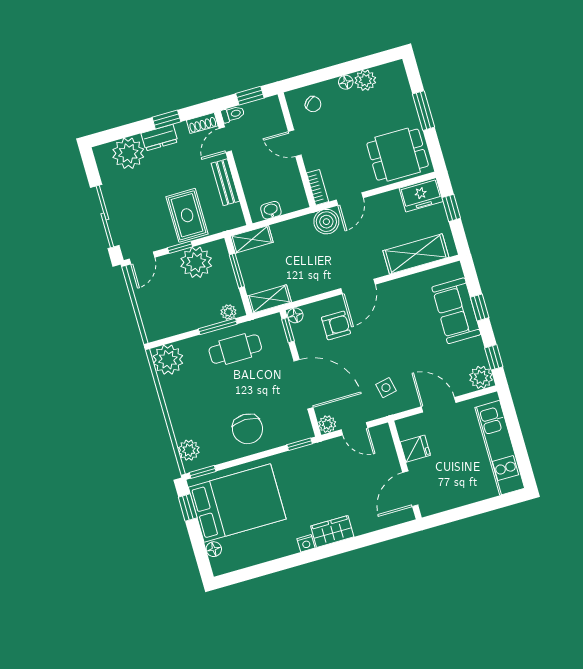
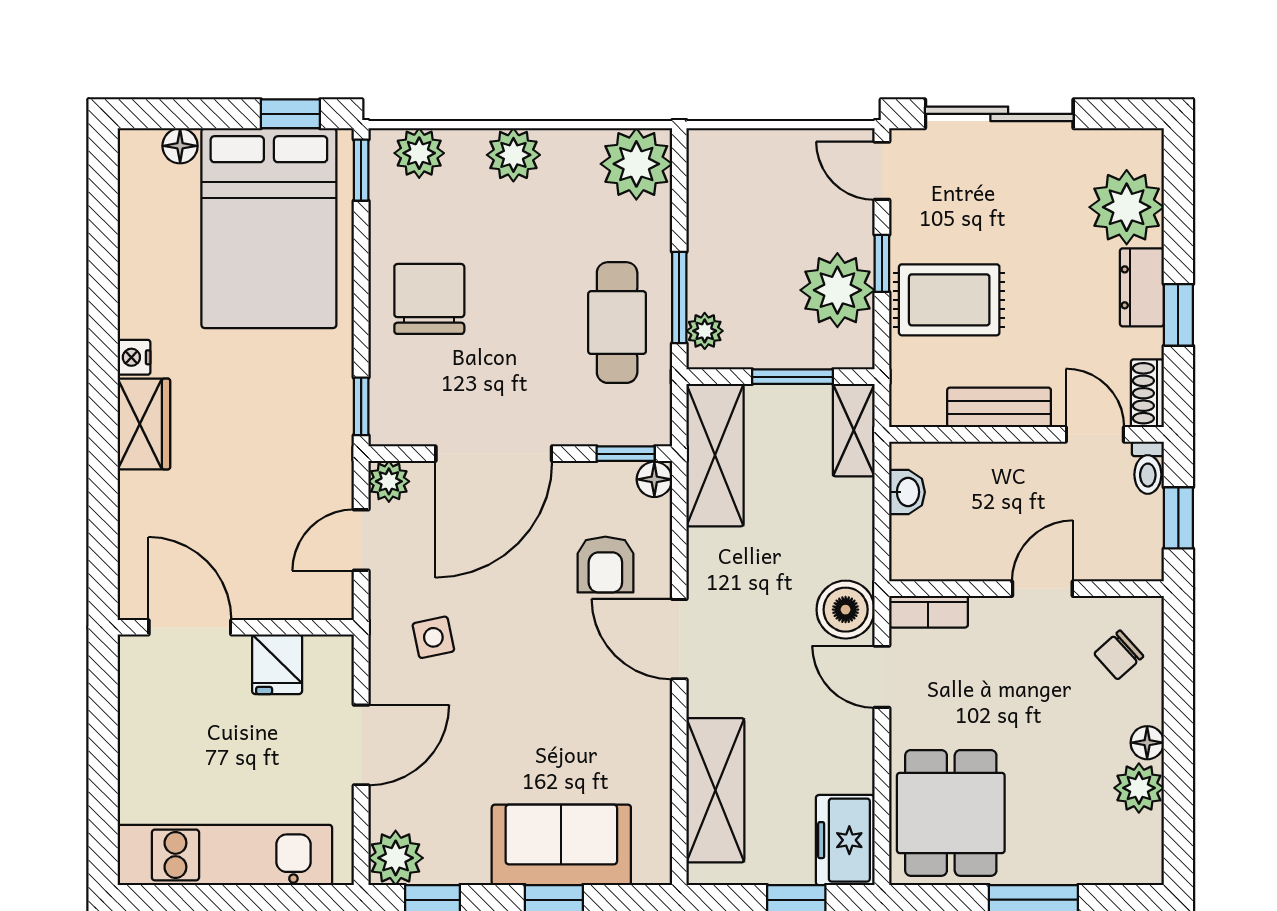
shelving: (269, 299) -> (715, 455), width x1.50, depth x1.33
plant: (179, 411) -> (513, 155), added
chair: (248, 429) -> (429, 299), turned 90

